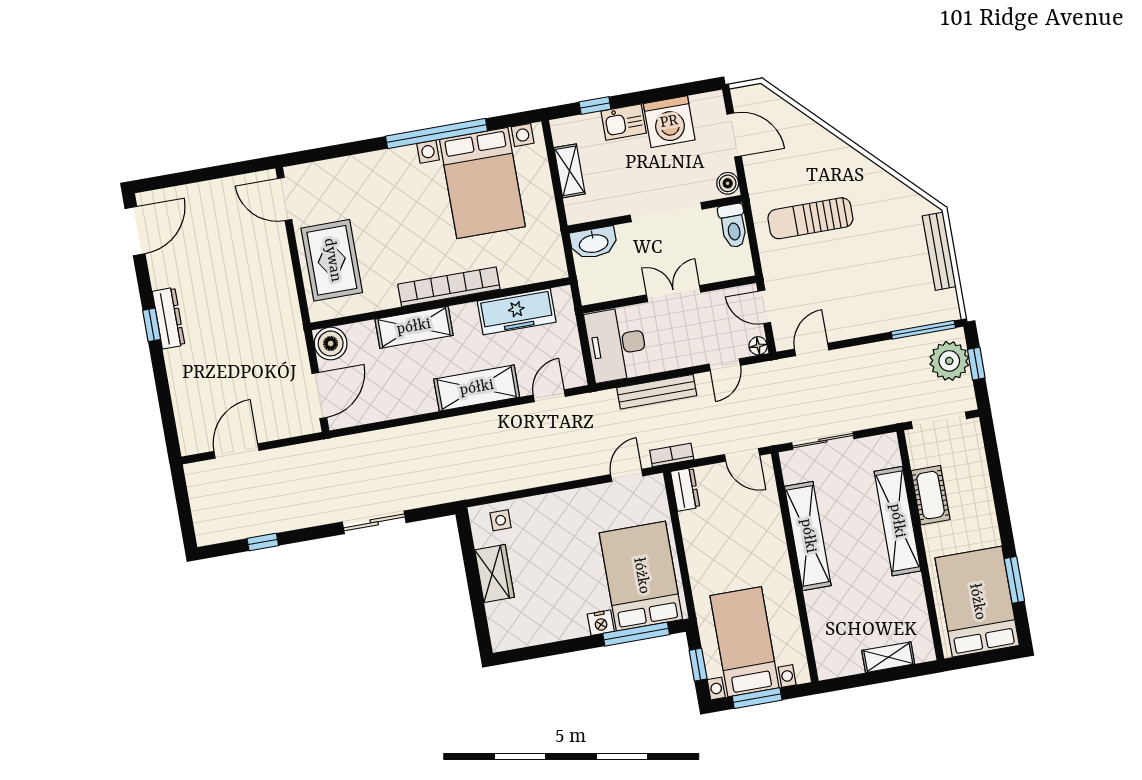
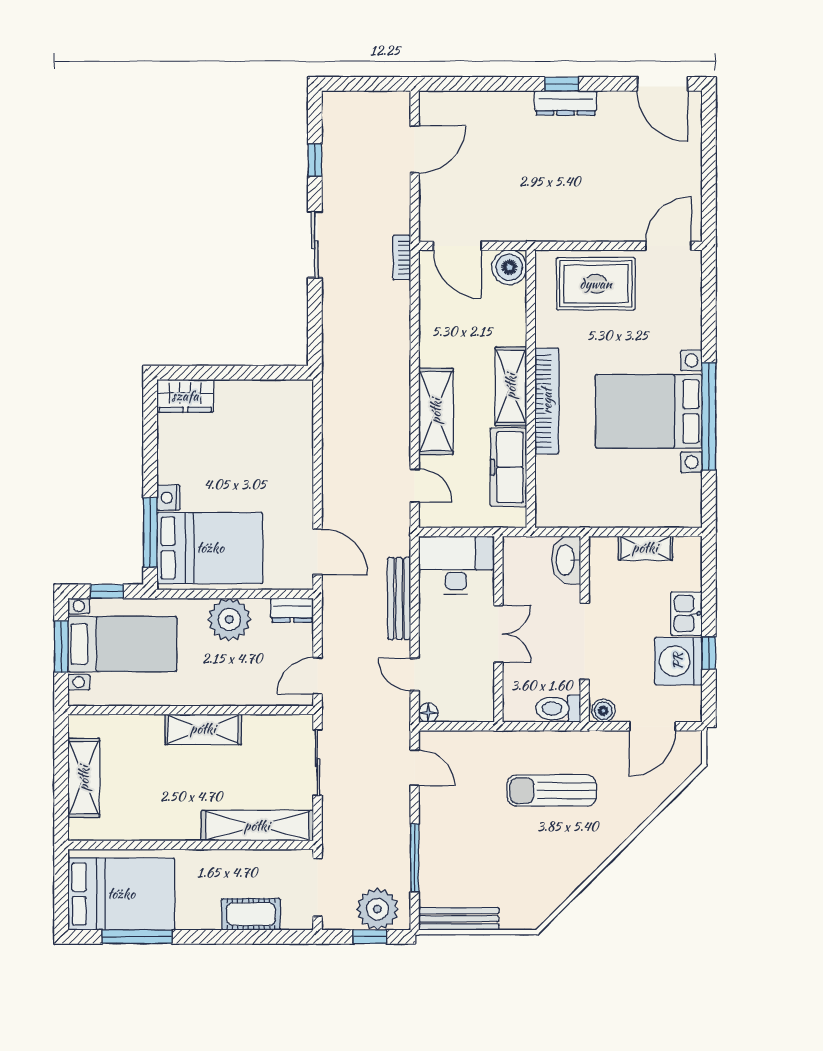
window: (595, 106) -> (709, 653), moved
bed with nightstands: (482, 183) -> (649, 411), moved
sun lounger: (810, 218) -> (552, 791), turned -90
bench: (939, 251) -> (459, 919), moved
door: (764, 307) -> (468, 726), removed
shelving: (414, 327) -> (511, 386), moved
window: (923, 330) -> (415, 858), moved
door: (236, 451) -> (415, 149), hinge flipped
bookcase: (672, 455) -> (402, 258), moved, turned 180
door: (627, 475) -> (318, 552), width x1.38
cot: (931, 495) -> (251, 914), moved
side table: (501, 520) -> (294, 412), removed
shelving: (897, 521) -> (257, 826), moved
sliding door: (374, 522) -> (315, 245), moved
shelving: (808, 536) -> (203, 729), width x0.68
plant: (704, 546) -> (229, 619), added
wardrobe: (495, 574) -> (185, 396), moved
window: (1014, 580) -> (137, 937), width x1.44
shelving: (888, 657) -> (84, 778), width x1.50, depth x1.33

